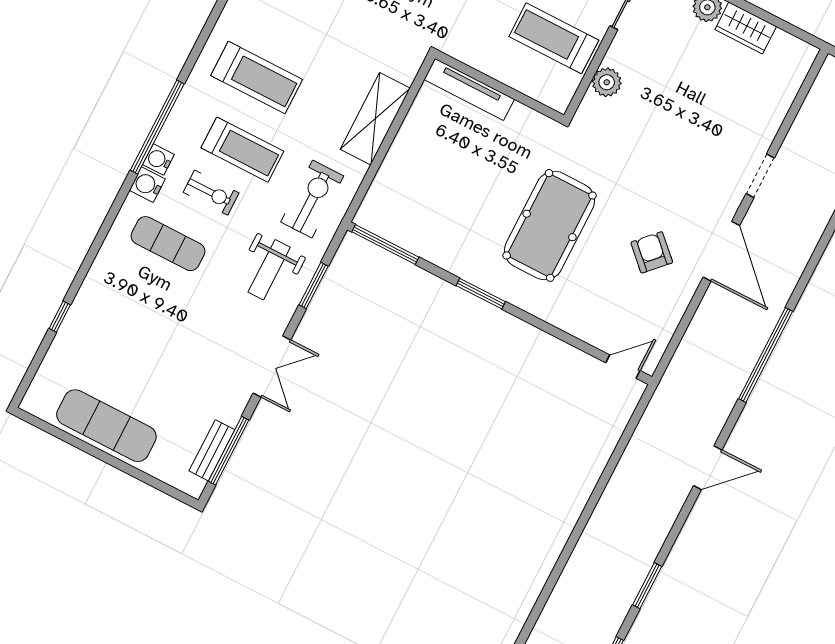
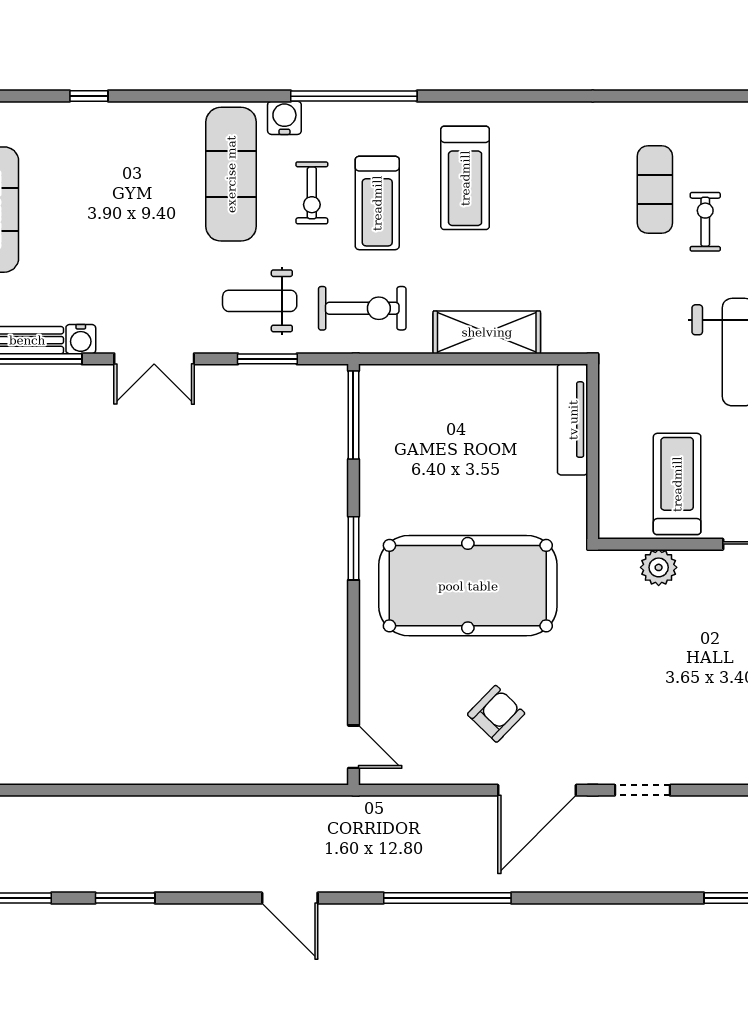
water cooler: (158, 159) -> (81, 339), moved, turned 180
pool table: (550, 225) -> (468, 586), width x1.36, depth x1.32
exercise mat: (168, 244) -> (231, 174), width x1.36, depth x1.45

